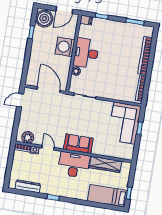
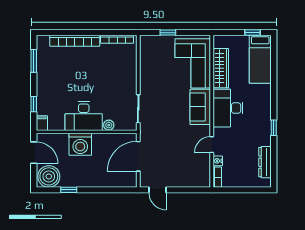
corner sofa: (125, 123) -> (193, 63), moved, turned 90
plant: (28, 137) -> (203, 172), removed

